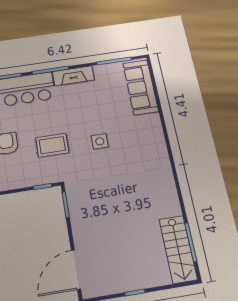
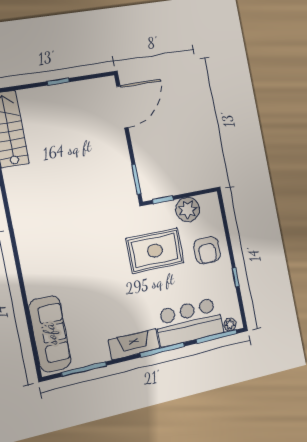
side table: (100, 141) -> (100, 258), removed
rug: (52, 145) -> (155, 251), width x1.36, depth x1.43
plant: (21, 178) -> (188, 209), added

